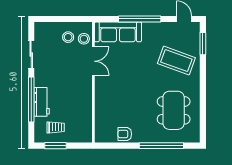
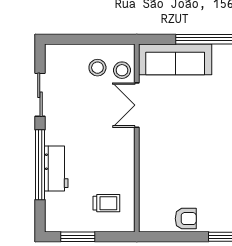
double door: (93, 61) -> (137, 105), swing flipped
trolley: (56, 127) -> (106, 203), moved
armchair: (125, 134) -> (186, 219), turned 180

